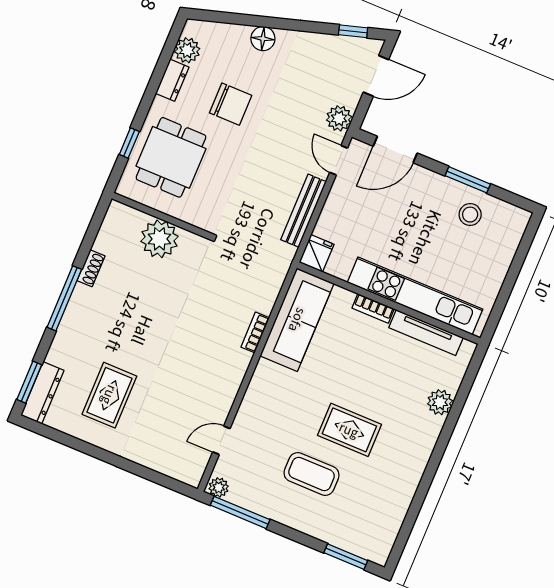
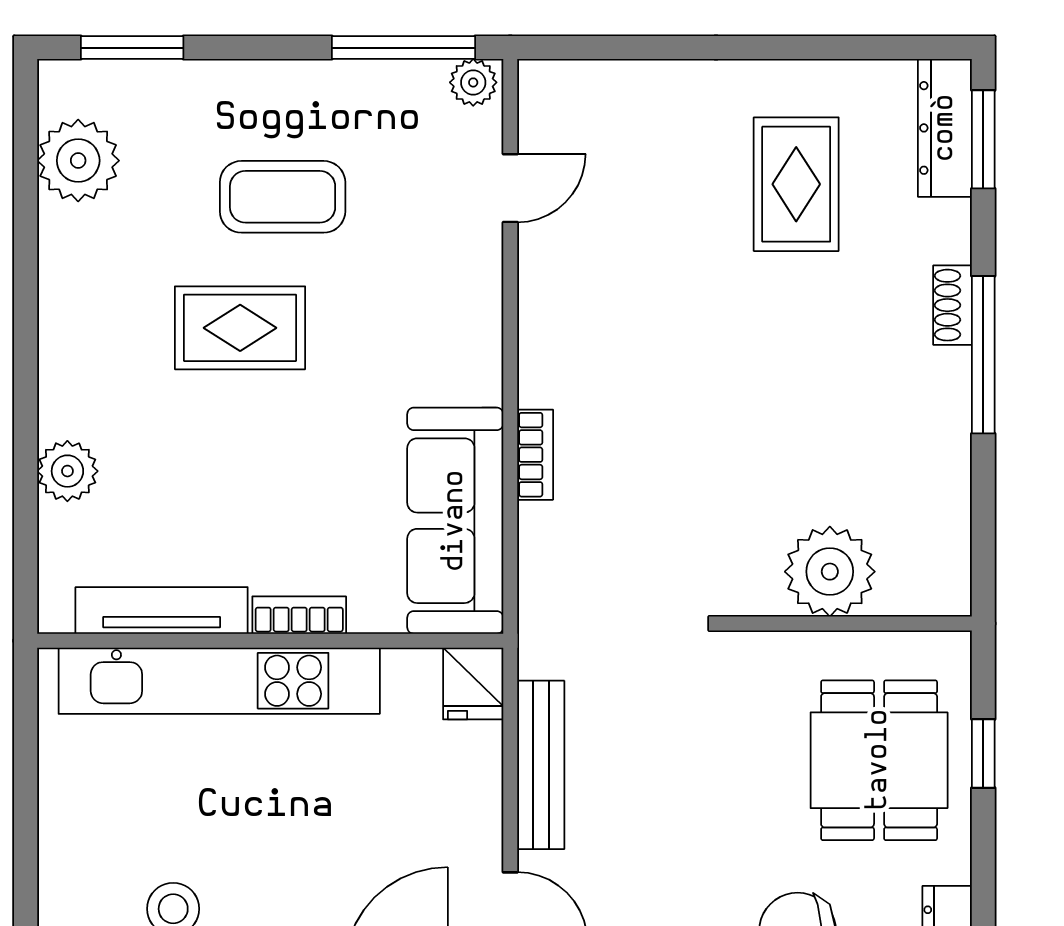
shoe rack: (91, 268) -> (953, 305), moved
plant: (385, 521) -> (78, 161), added

